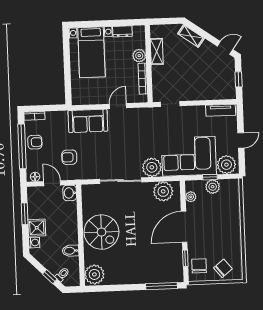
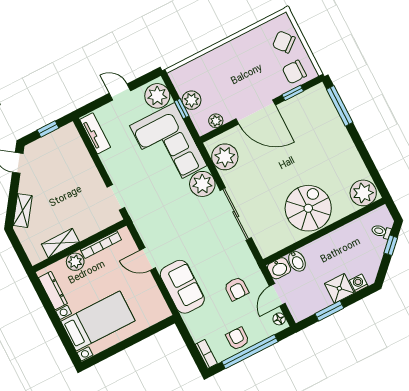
dresser: (122, 31) -> (53, 291), width x1.44
bidet: (71, 251) -> (297, 261), moved

